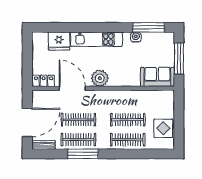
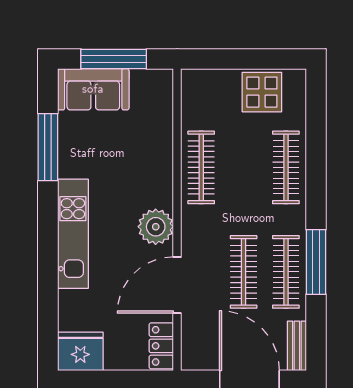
window: (149, 27) -> (48, 147), moved
water cooler: (136, 37) -> (68, 150), removed
fridge: (59, 41) -> (80, 351), moved, turned -90
sofa: (157, 77) -> (93, 89), moved, turned -90
clothes rail: (128, 120) -> (201, 167), moved

